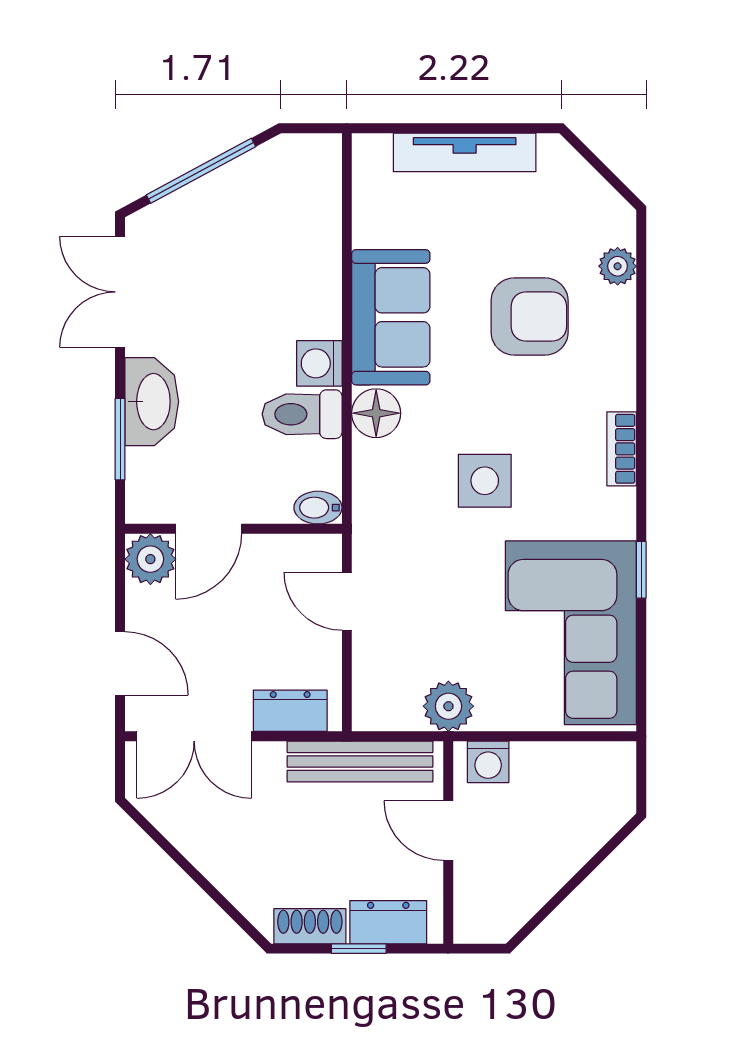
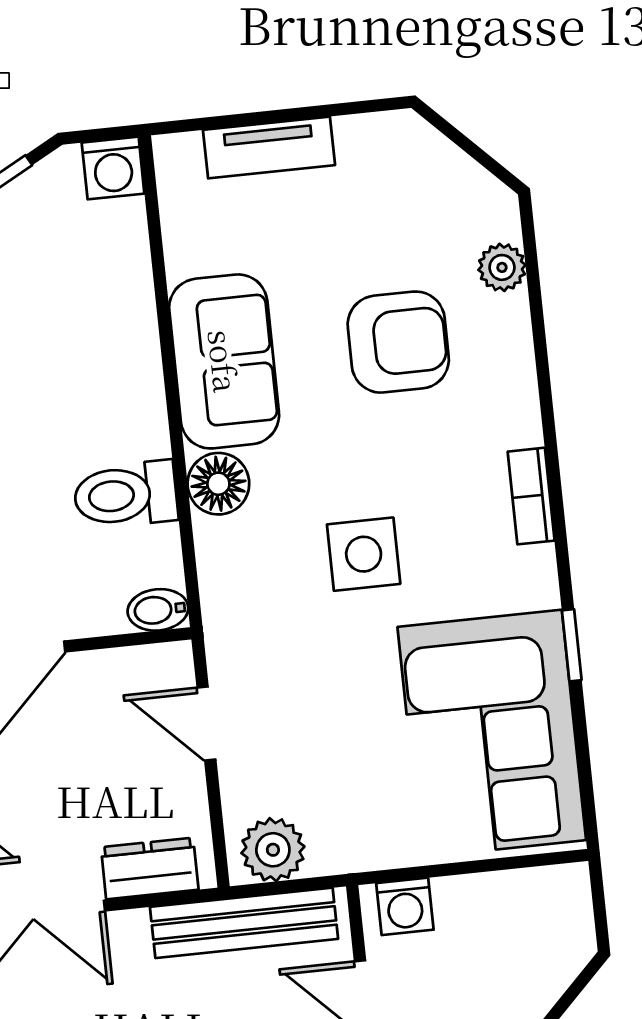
tv unit: (465, 152) -> (269, 147), width x0.71
washing machine: (319, 363) -> (113, 168), moved, turned -90
plant: (448, 706) -> (273, 850), moved

